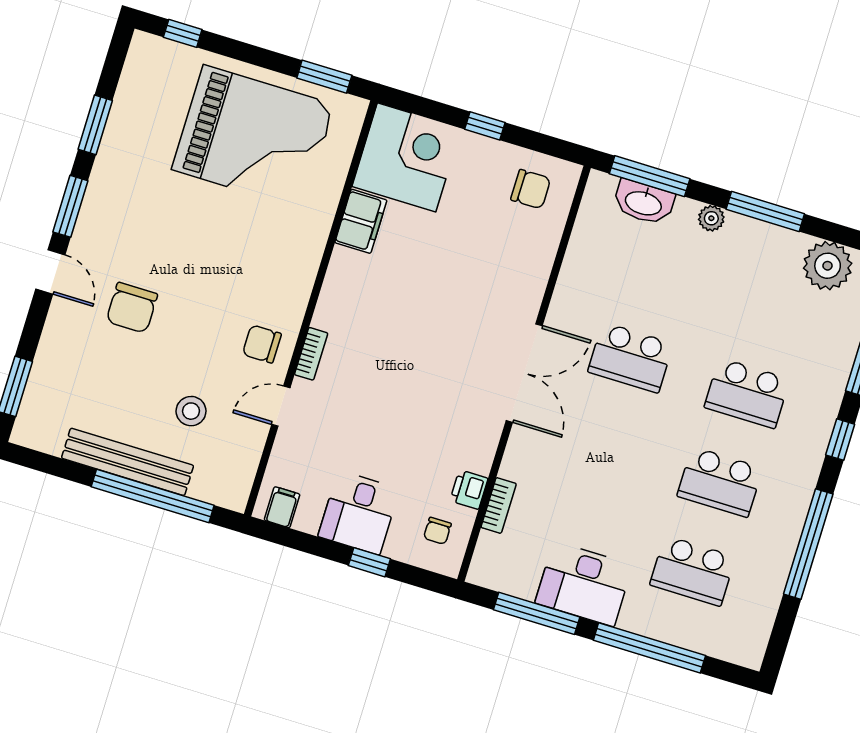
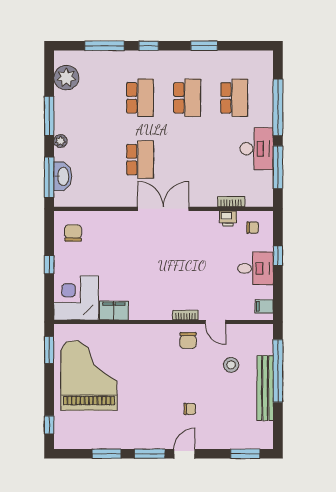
chair: (132, 308) -> (190, 409), width x0.54, depth x0.54
window: (808, 544) -> (204, 46), width x0.47

